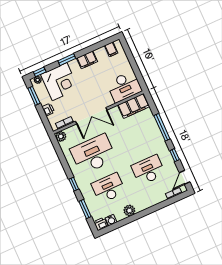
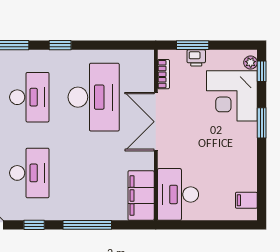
filing cabinet: (87, 60) -> (247, 155), removed
window: (34, 96) -> (193, 45), moved
plant: (61, 136) -> (145, 59), removed

